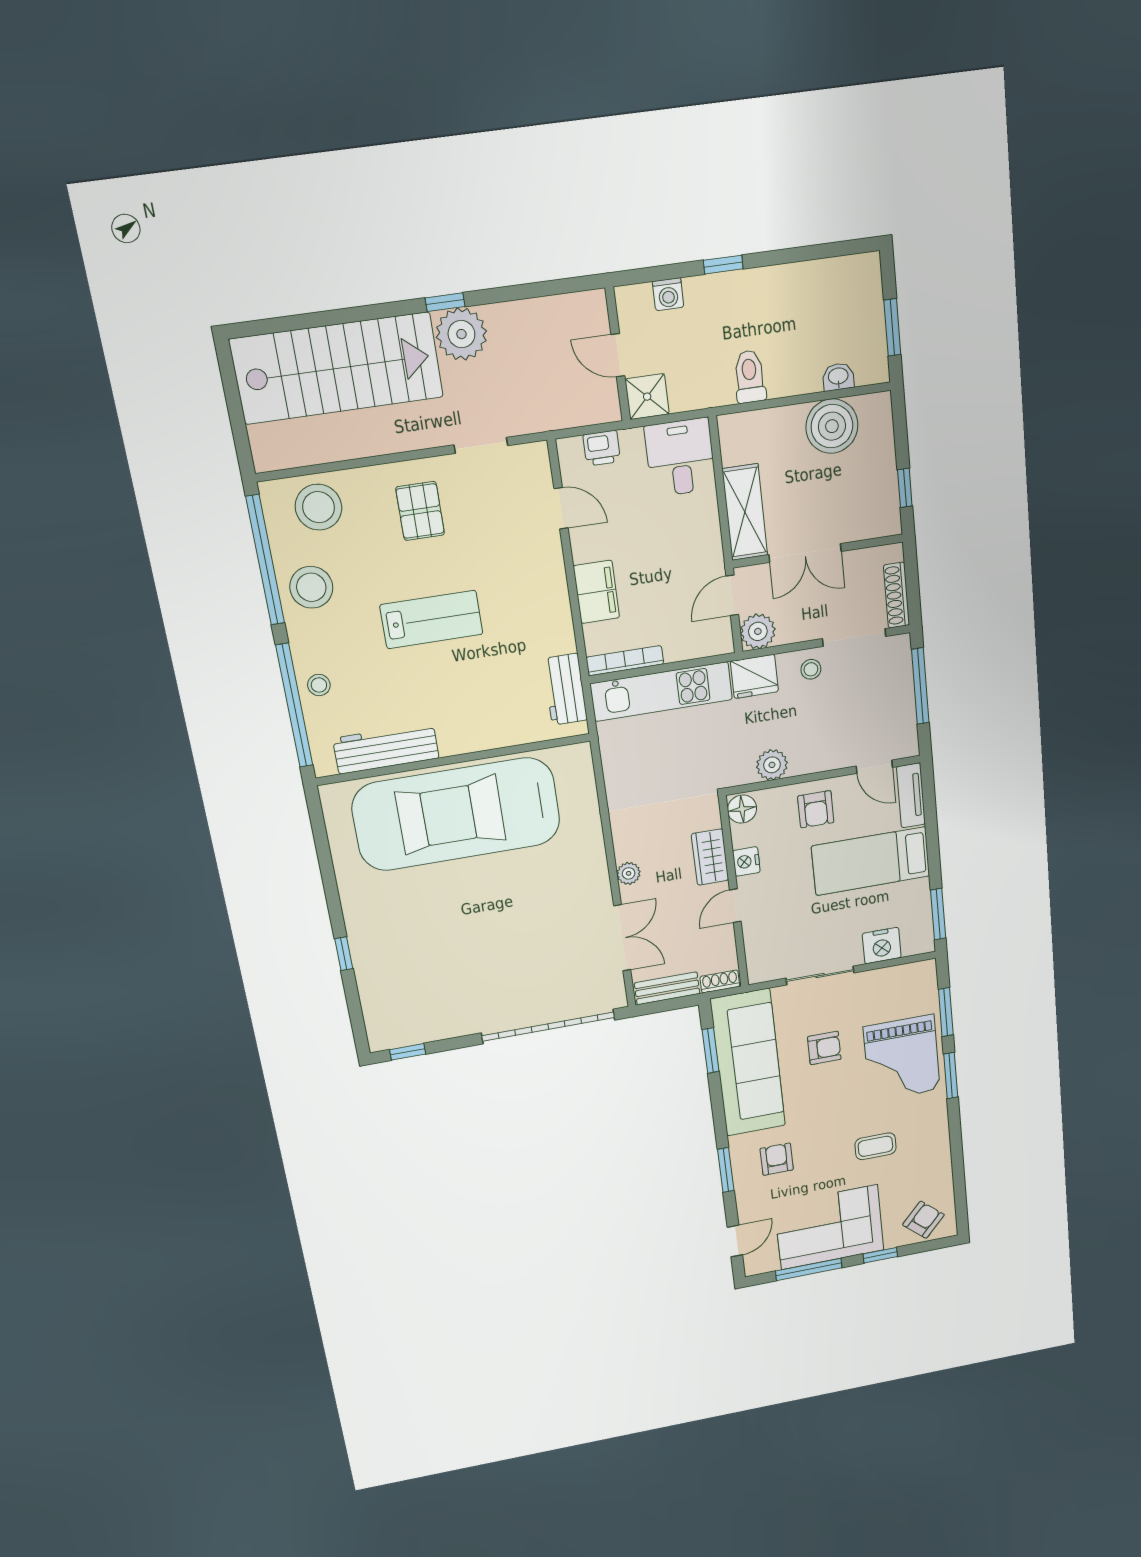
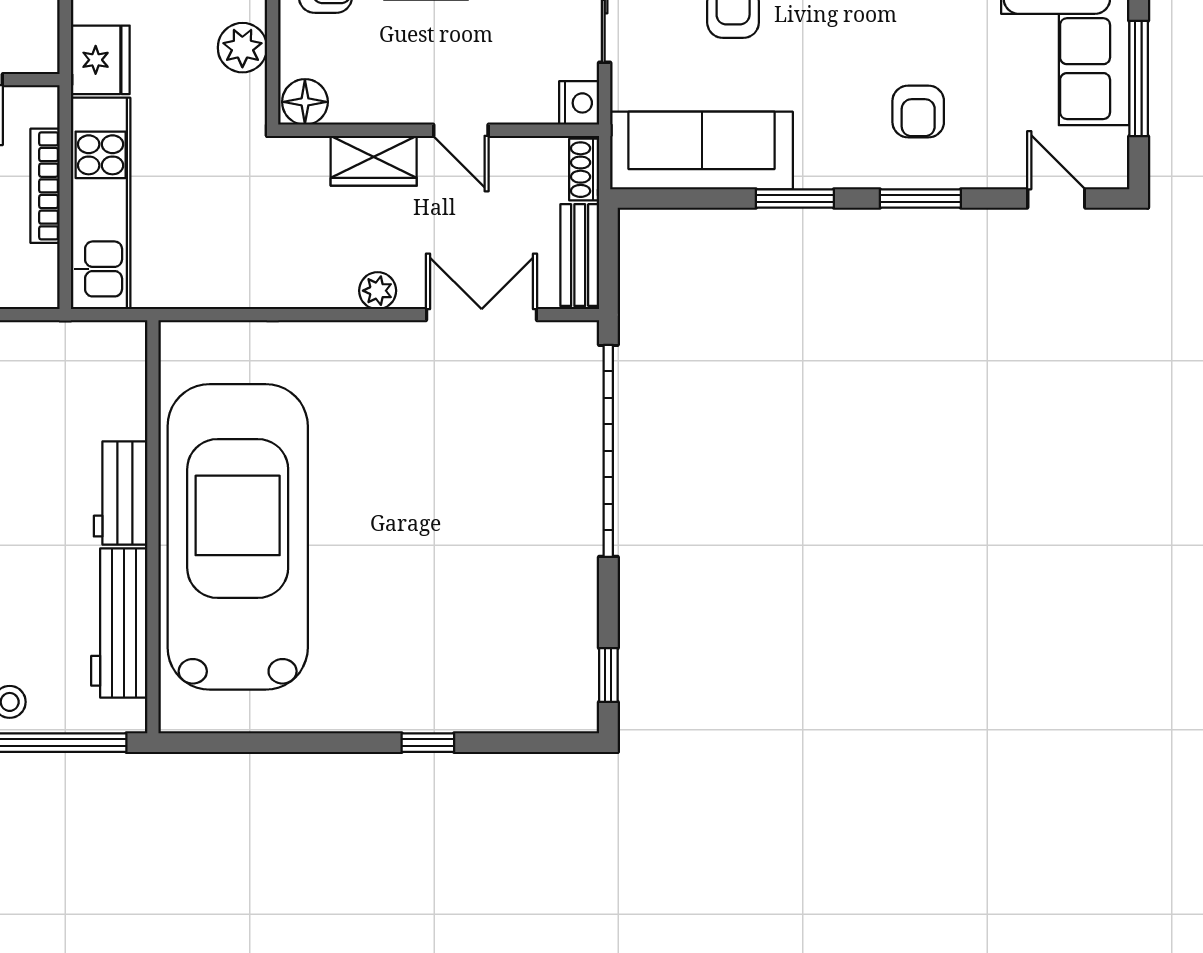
plant: (758, 631) -> (33, 47), removed
bookcase: (625, 661) -> (45, 186), moved
workbench: (565, 689) -> (121, 493), moved, turned 90
car: (457, 814) -> (238, 537), turned 180
nightstand: (746, 861) -> (579, 103), moved, turned -90
window: (711, 1051) -> (795, 199), moved
sofa: (748, 1063) -> (702, 150), width x0.74, depth x0.79
armchair: (777, 1159) -> (918, 111), turned -90

